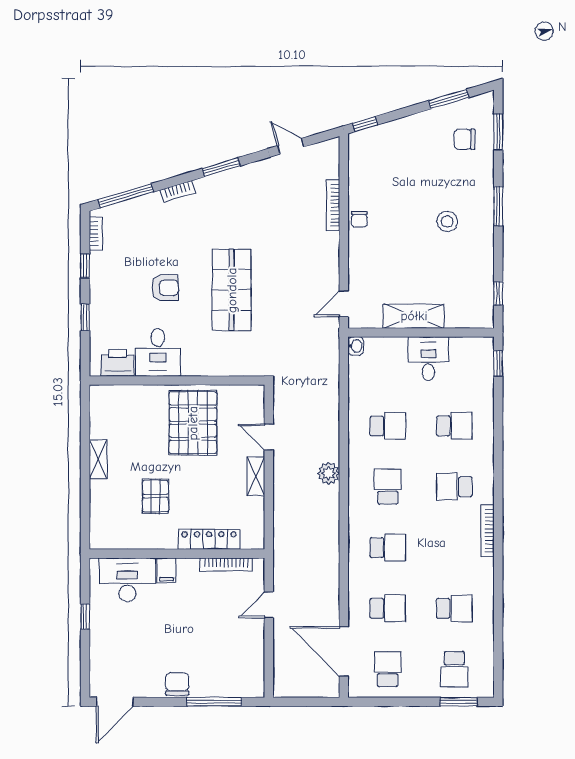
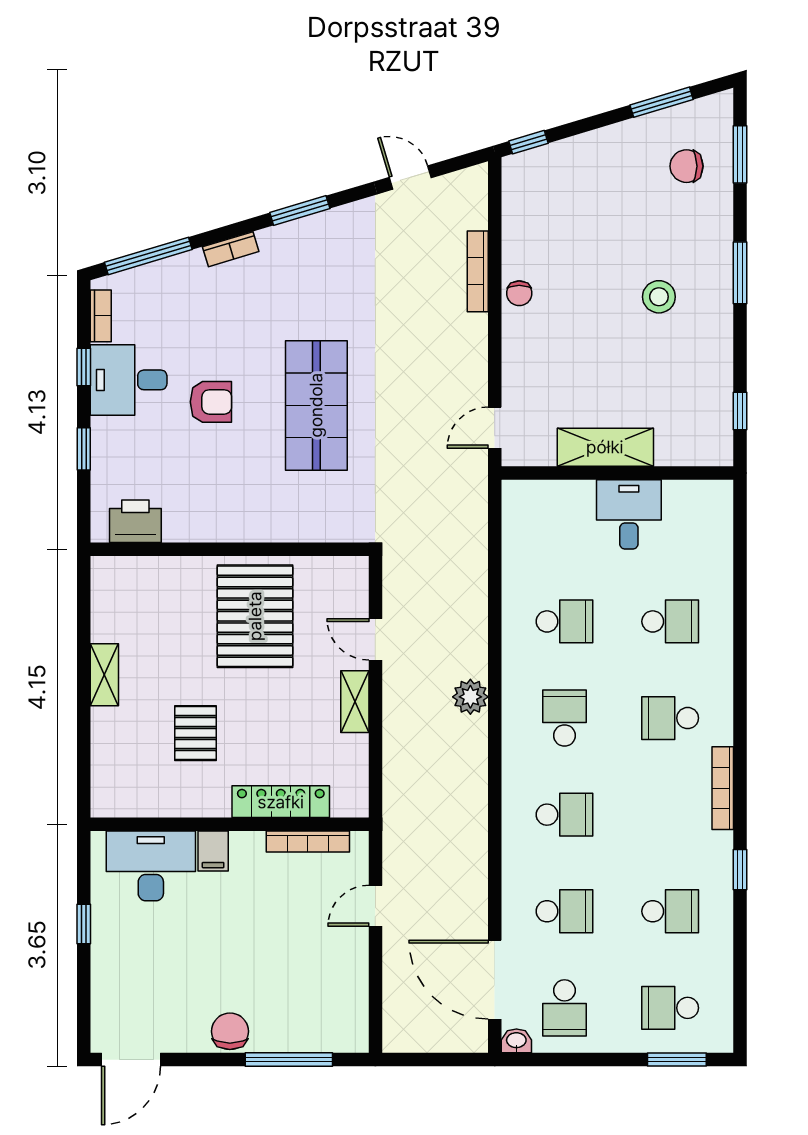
washbasin: (356, 346) -> (516, 1041), moved, turned -90
desk: (158, 352) -> (129, 380), moved, turned 90
window: (498, 363) -> (740, 870), moved
school desk: (388, 669) -> (564, 1008), turned 180
school desk: (454, 669) -> (670, 1008), turned 90

